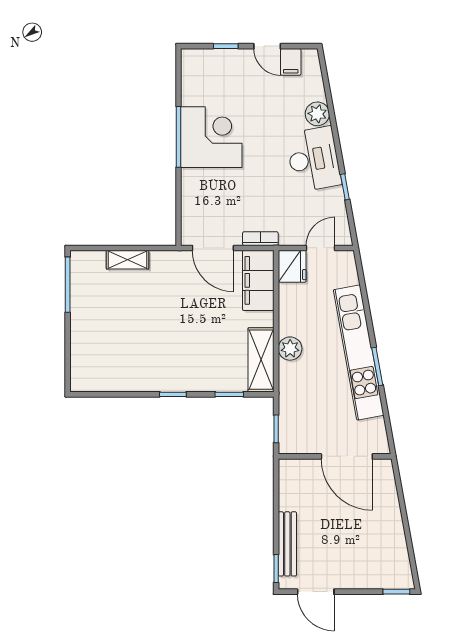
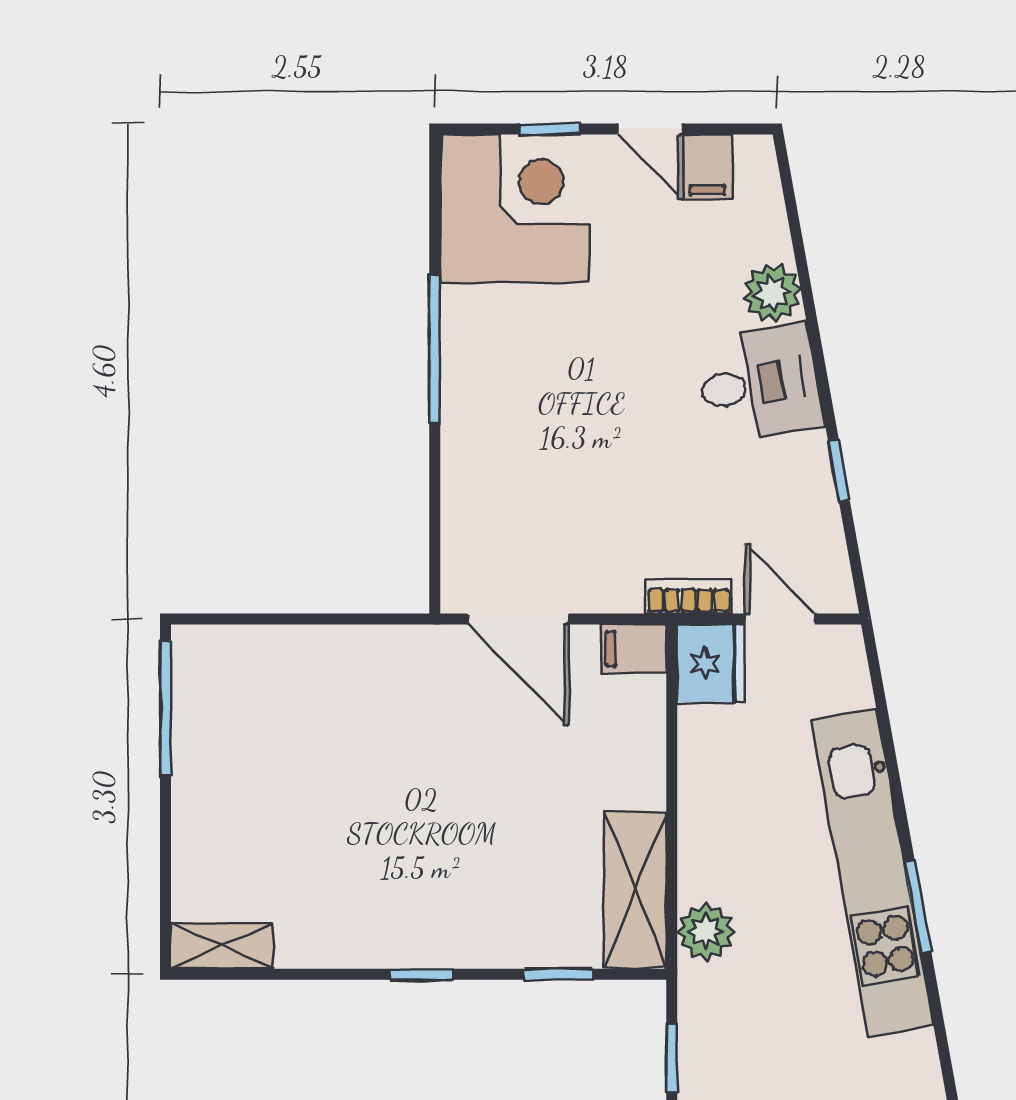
corner desk: (211, 137) -> (514, 209), moved
desk: (314, 159) -> (759, 384), width x0.73
bookcase: (260, 239) -> (689, 596), moved
door: (321, 248) -> (780, 619), hinge flipped
shelving: (127, 260) -> (222, 946), moved
filing cabinet: (258, 280) -> (634, 649), width x0.33, depth x0.86
plant: (290, 349) -> (706, 932), moved

